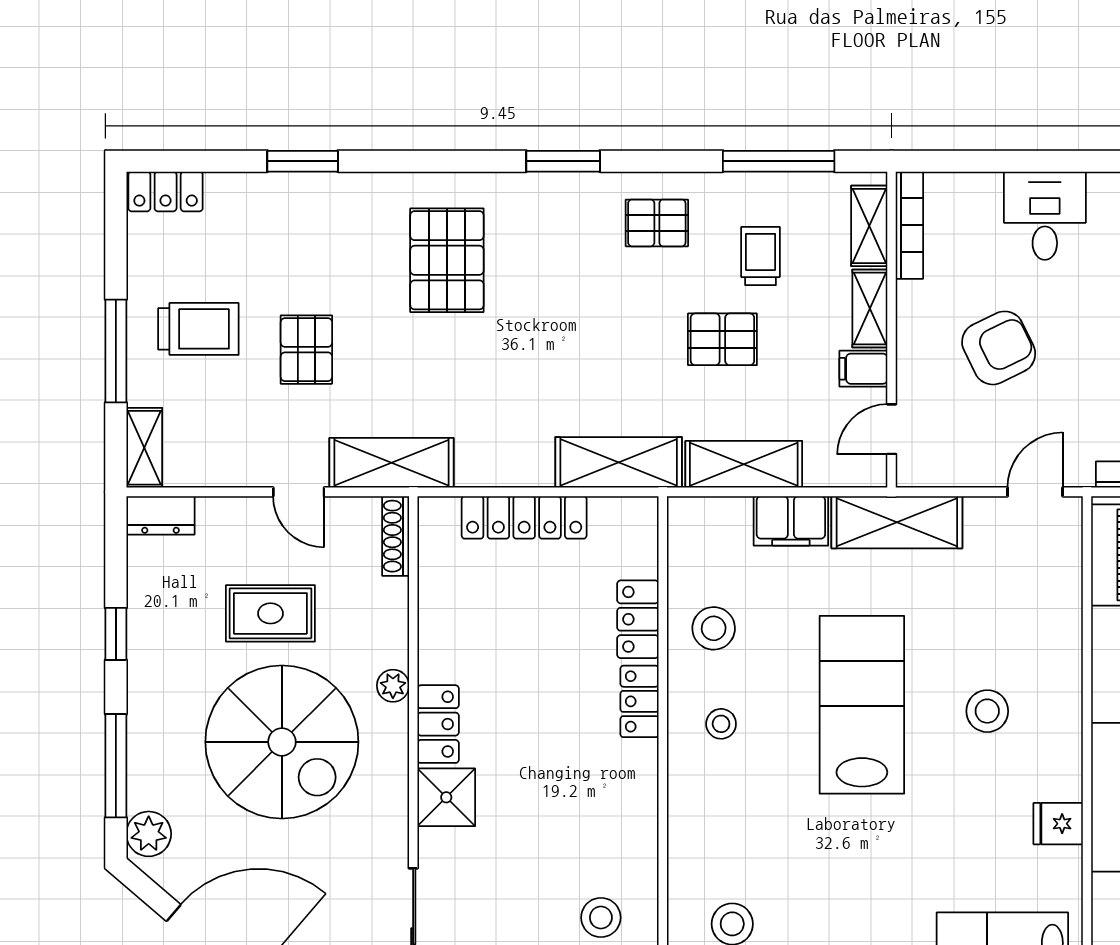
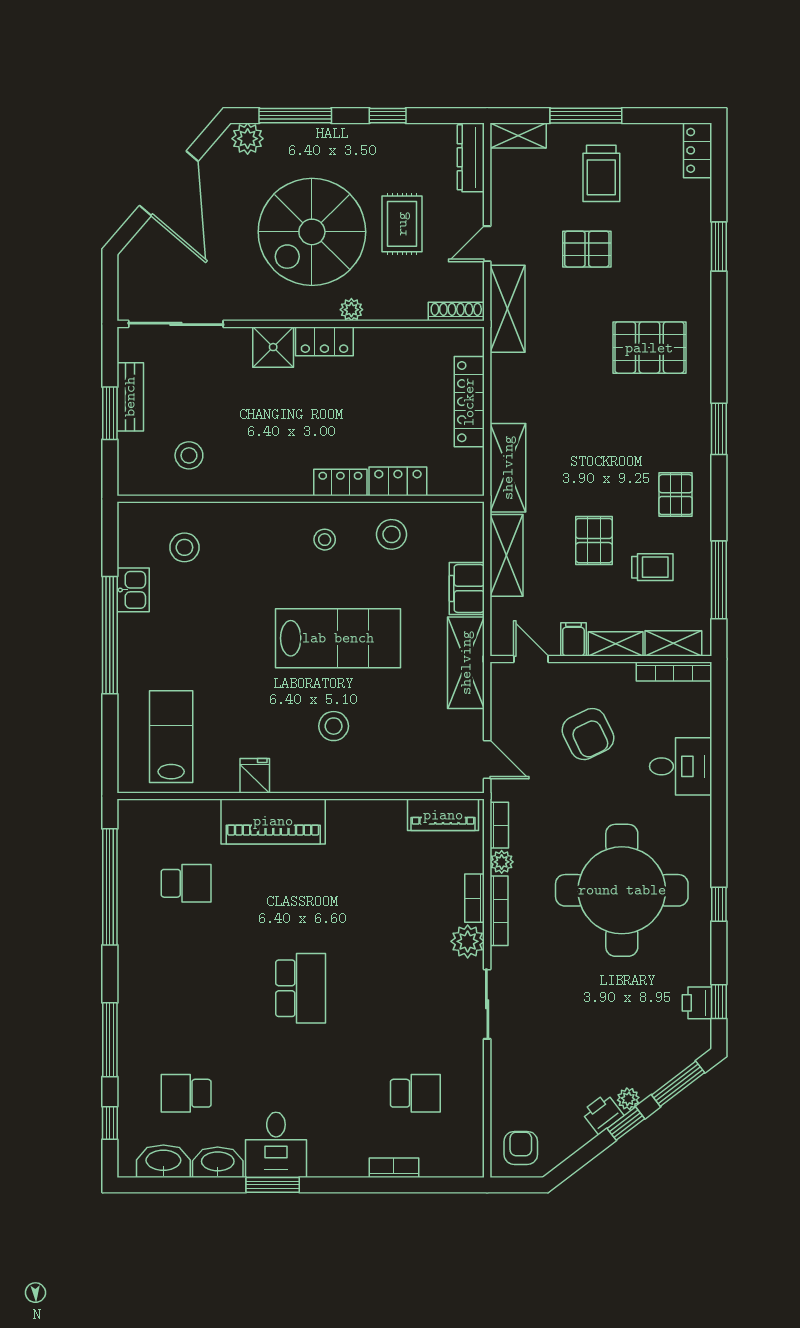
dresser: (160, 515) -> (471, 157), width x1.44

